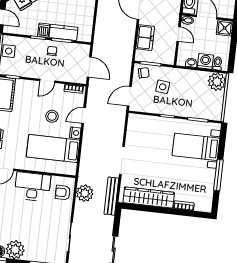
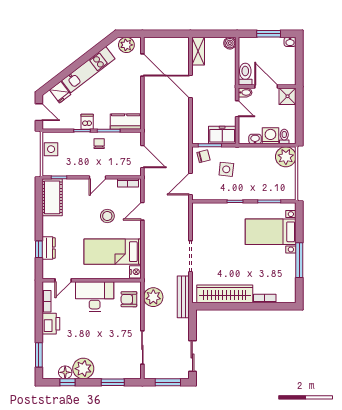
kitchen counter: (63, 32) -> (126, 122), moved
freezer: (145, 38) -> (222, 135), moved, turned -90
nightstand: (75, 133) -> (135, 272), moved

